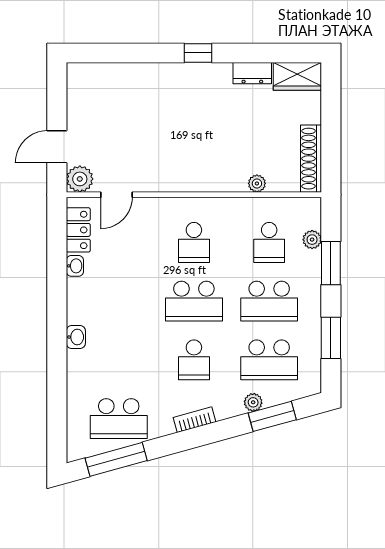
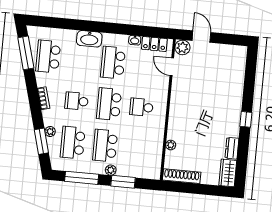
plant: (312, 240) -> (111, 170), moved
school desk: (269, 242) -> (113, 63), moved, width x1.85
washbasin: (76, 337) -> (89, 39), width x1.91, depth x1.45
window: (331, 338) -> (82, 178), width x1.44

